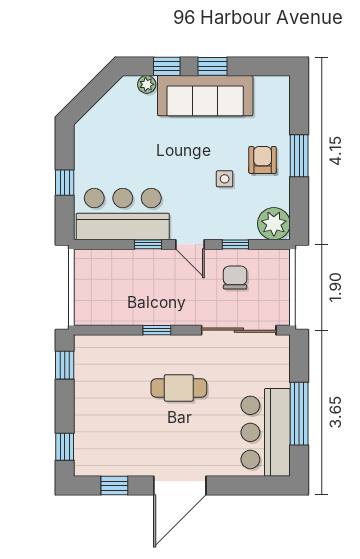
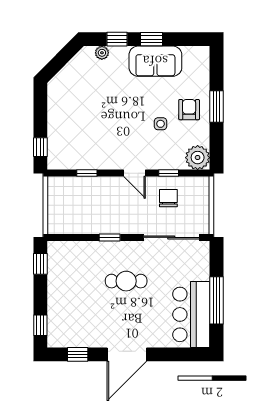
sofa: (205, 96) -> (155, 61), width x0.73
window: (65, 183) -> (40, 147), moved
bar counter: (123, 214) -> (84, 150), removed
window: (148, 244) -> (87, 173), moved

